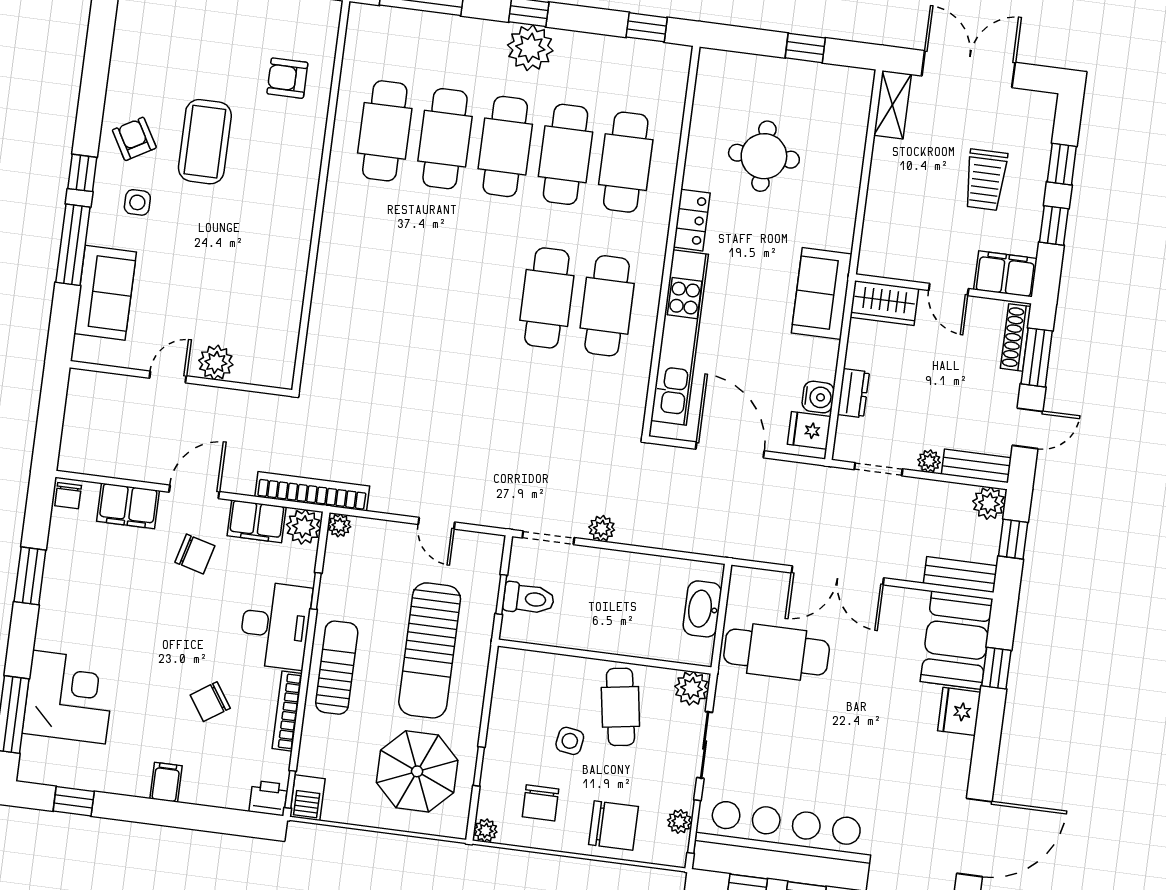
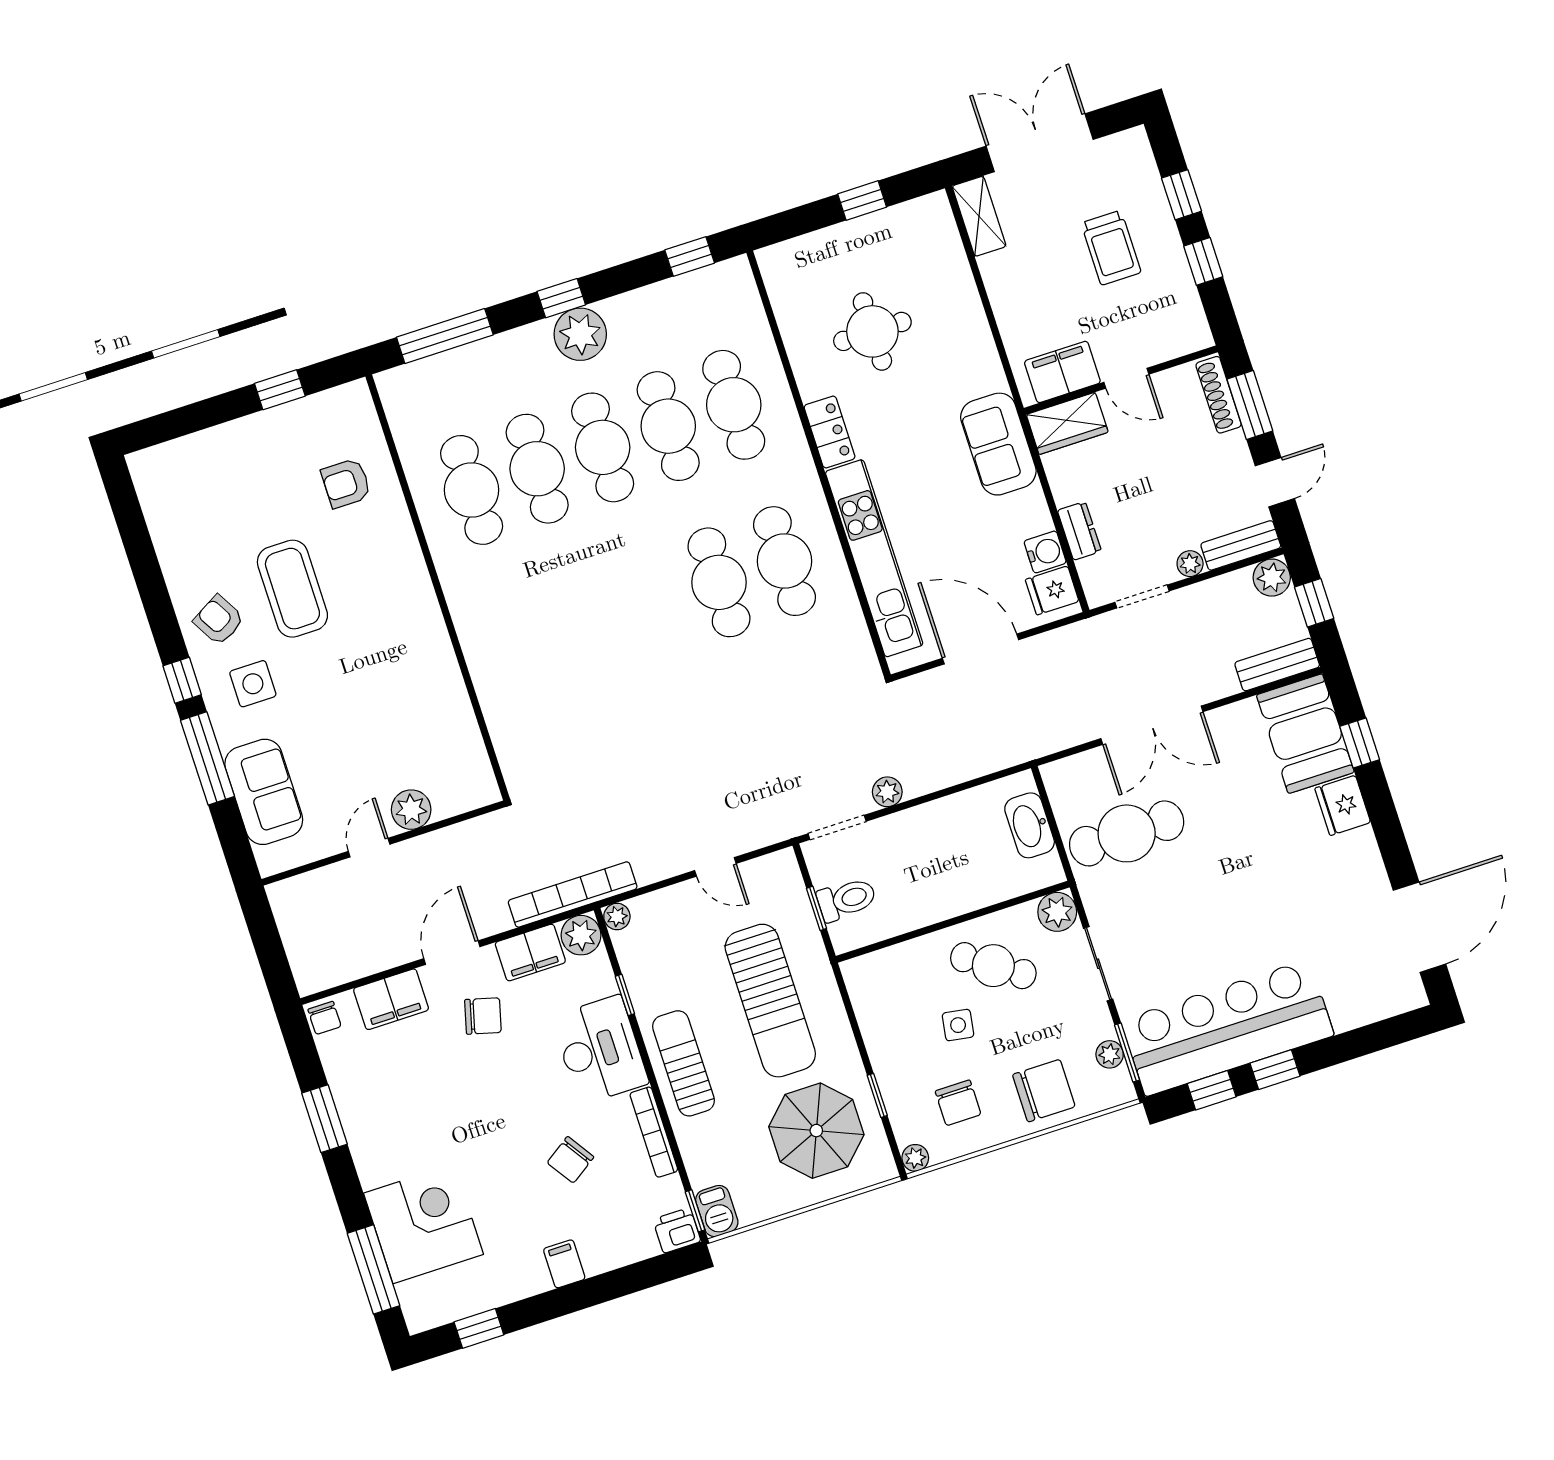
side table: (137, 202) -> (253, 684), width x1.37, depth x1.37
filing cabinet: (1005, 274) -> (1062, 372), moved
cafe table: (620, 707) -> (993, 966), turned -47

